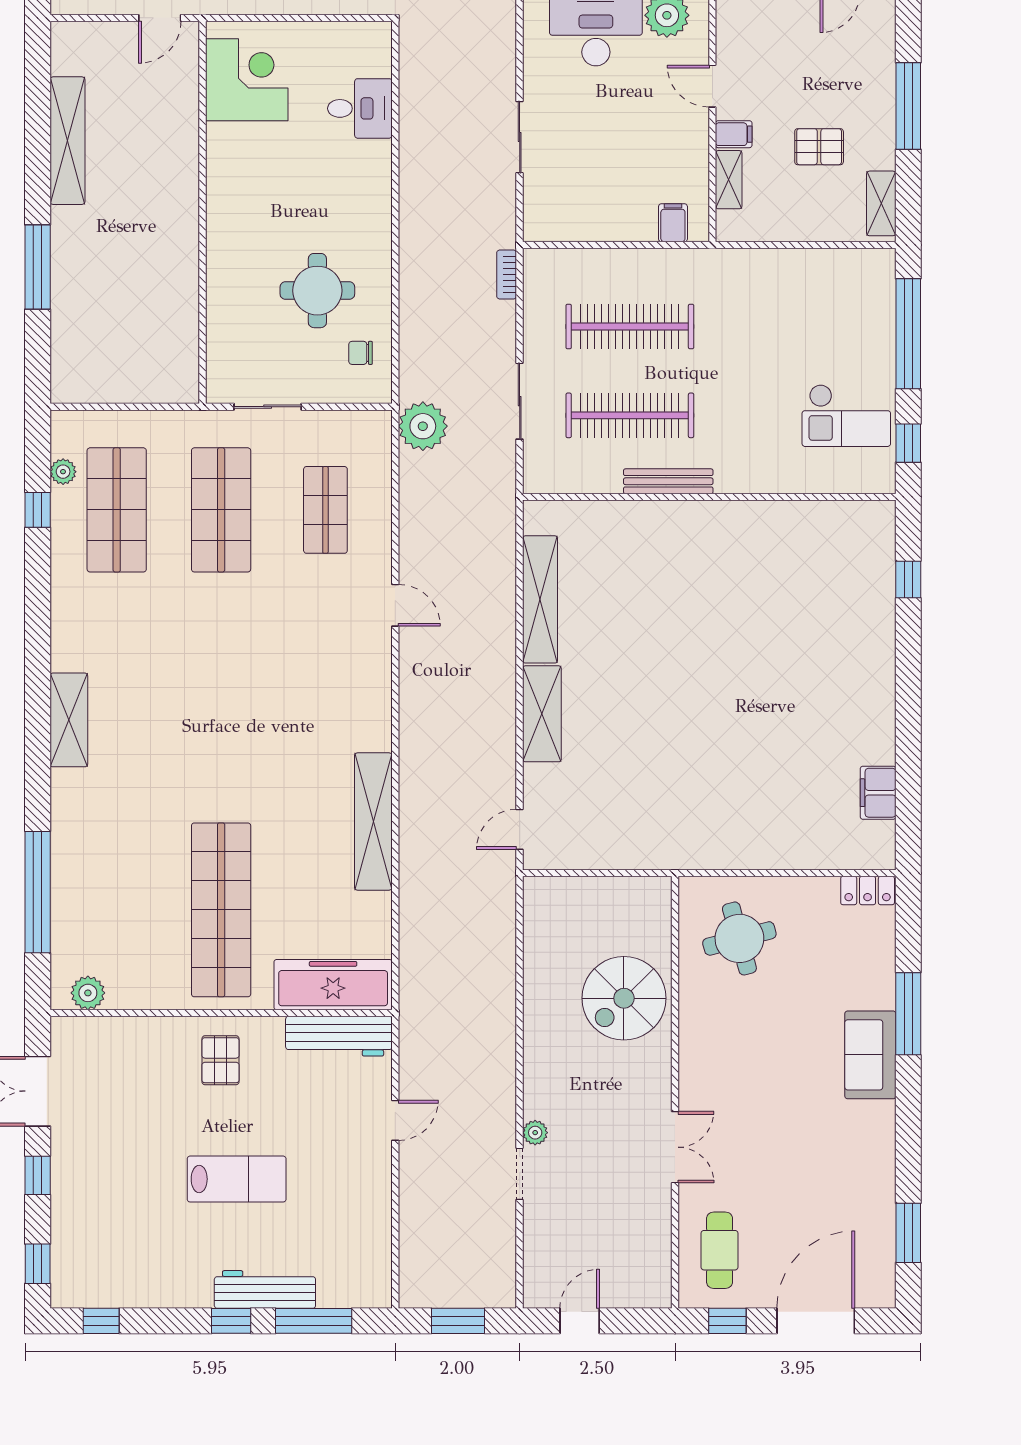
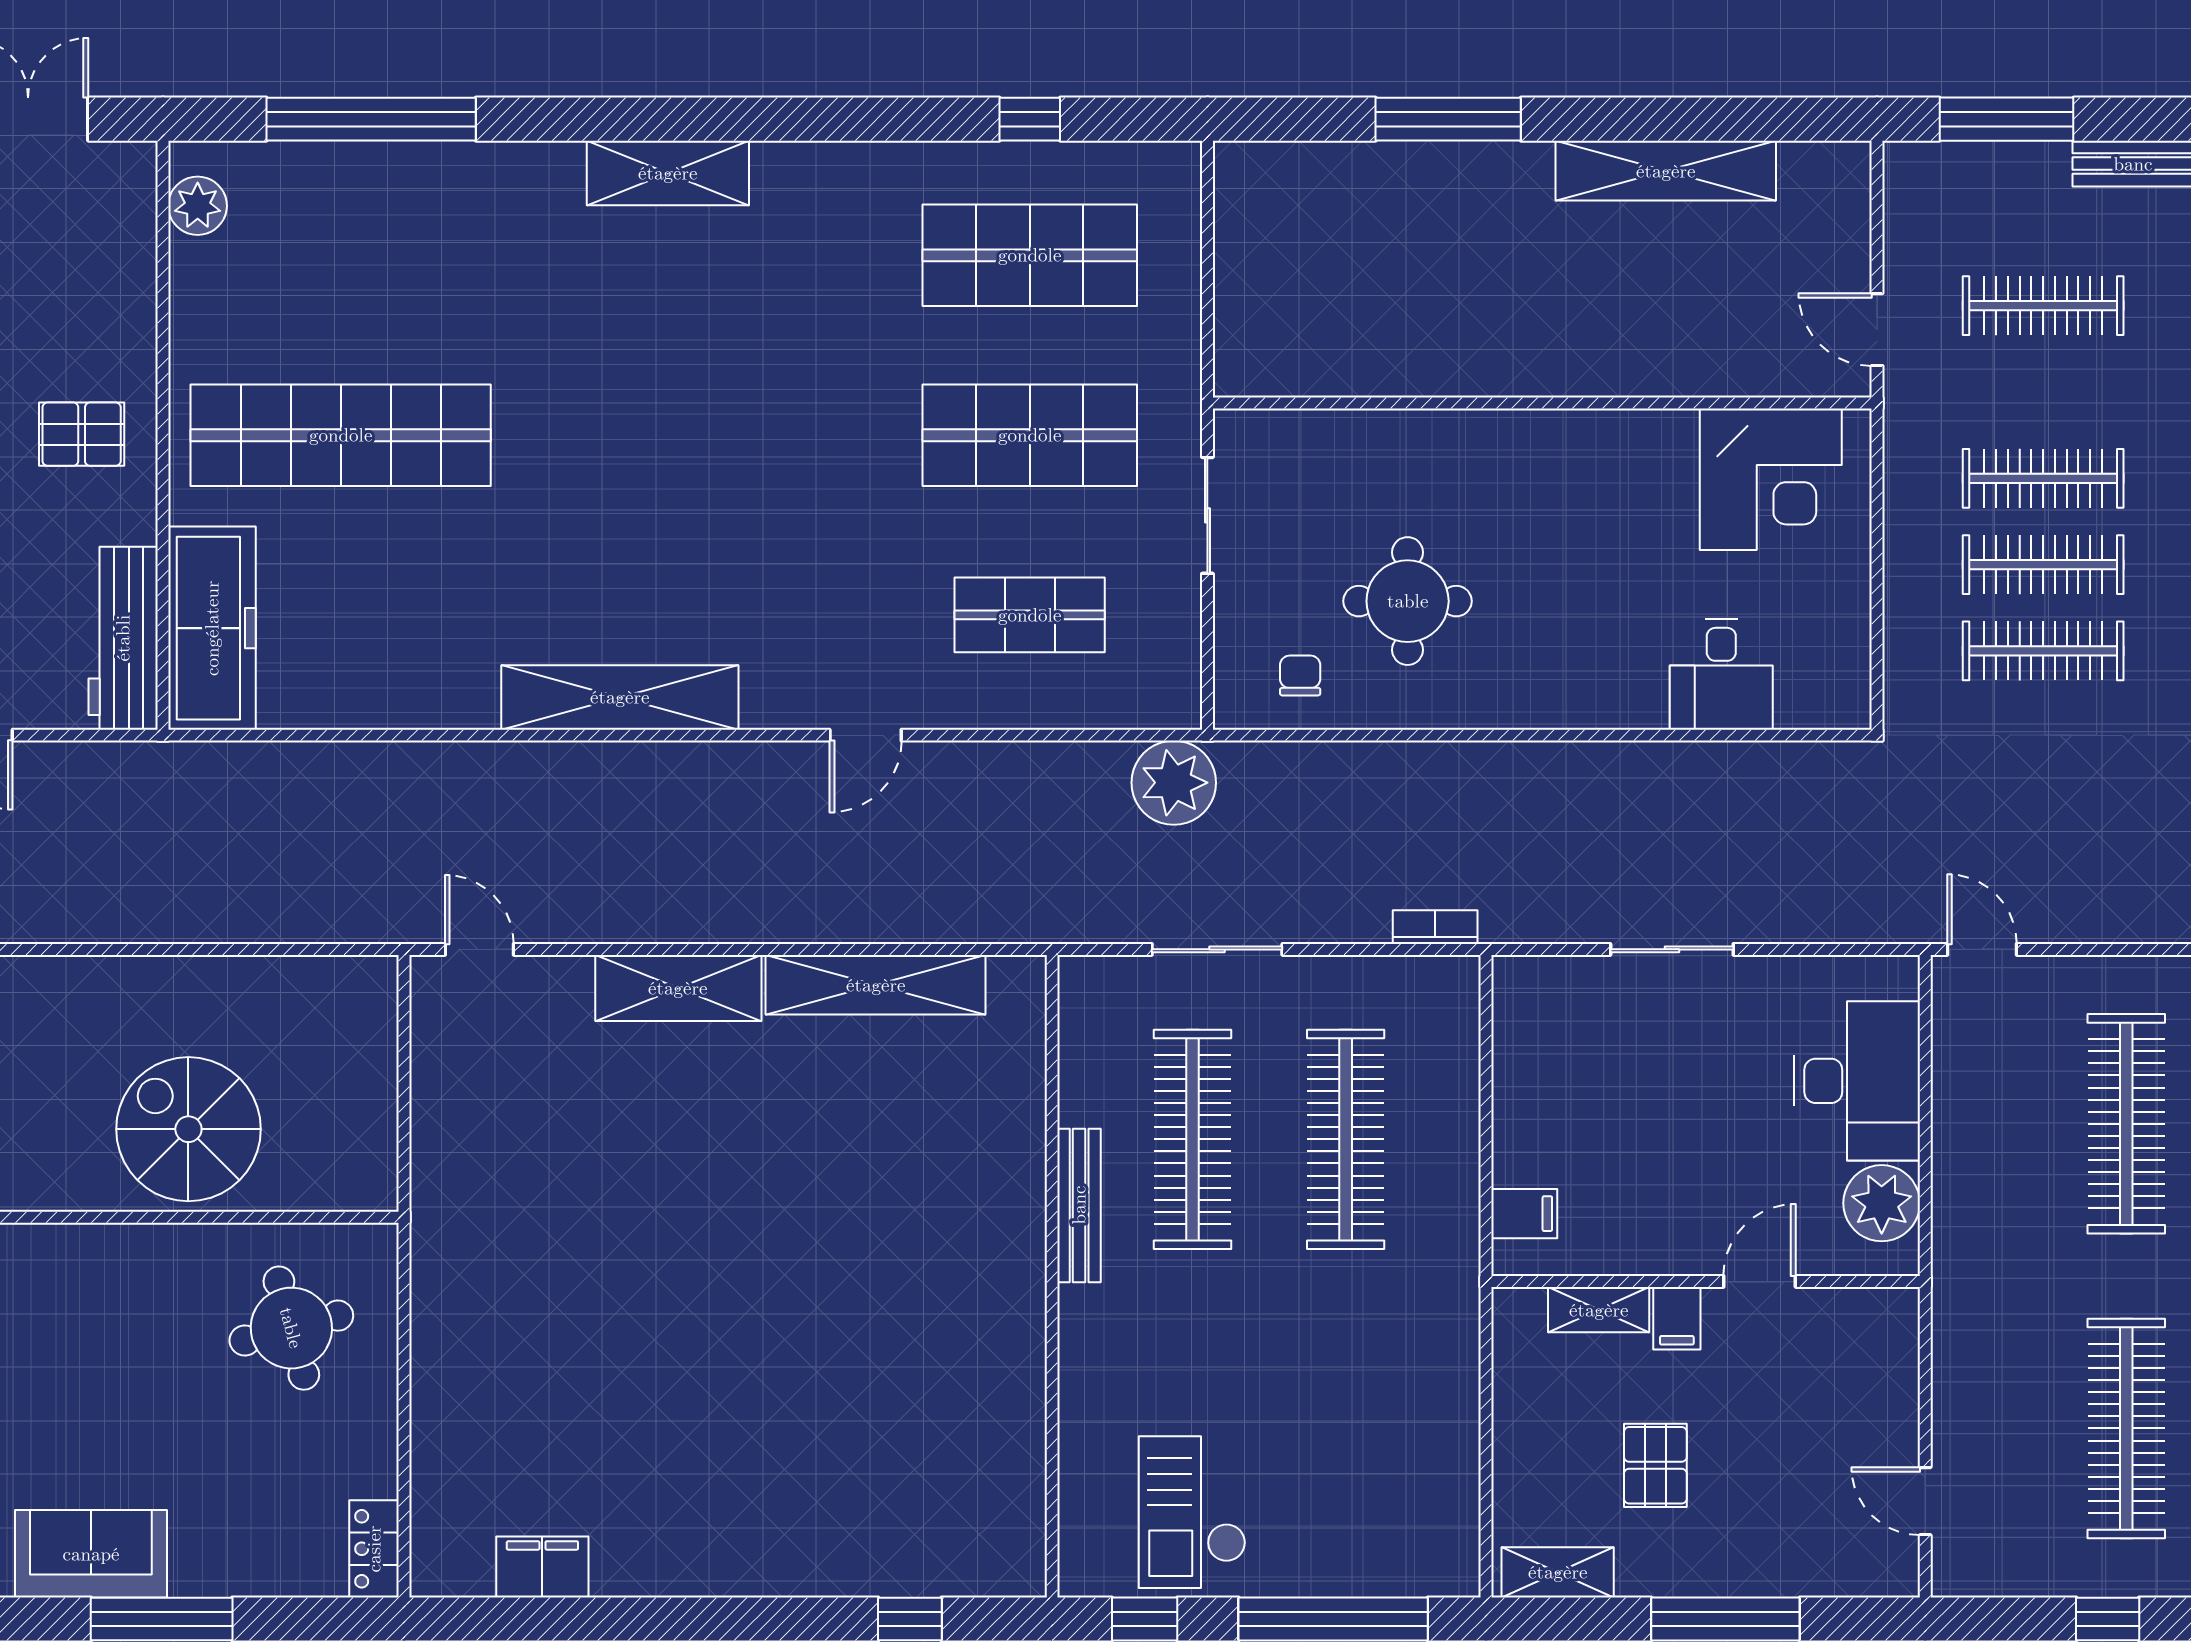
plant: (63, 472) -> (1096, 163), removed
shelving: (373, 821) -> (620, 697), moved

